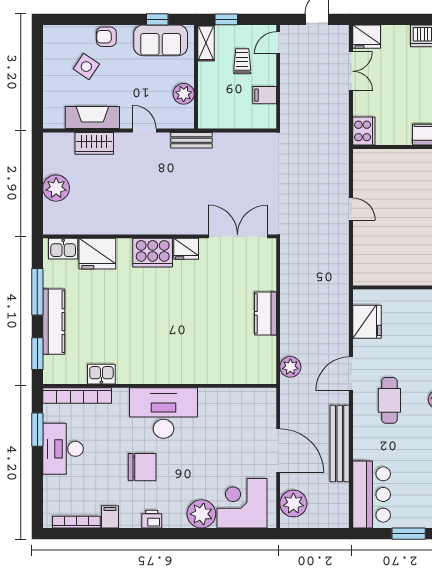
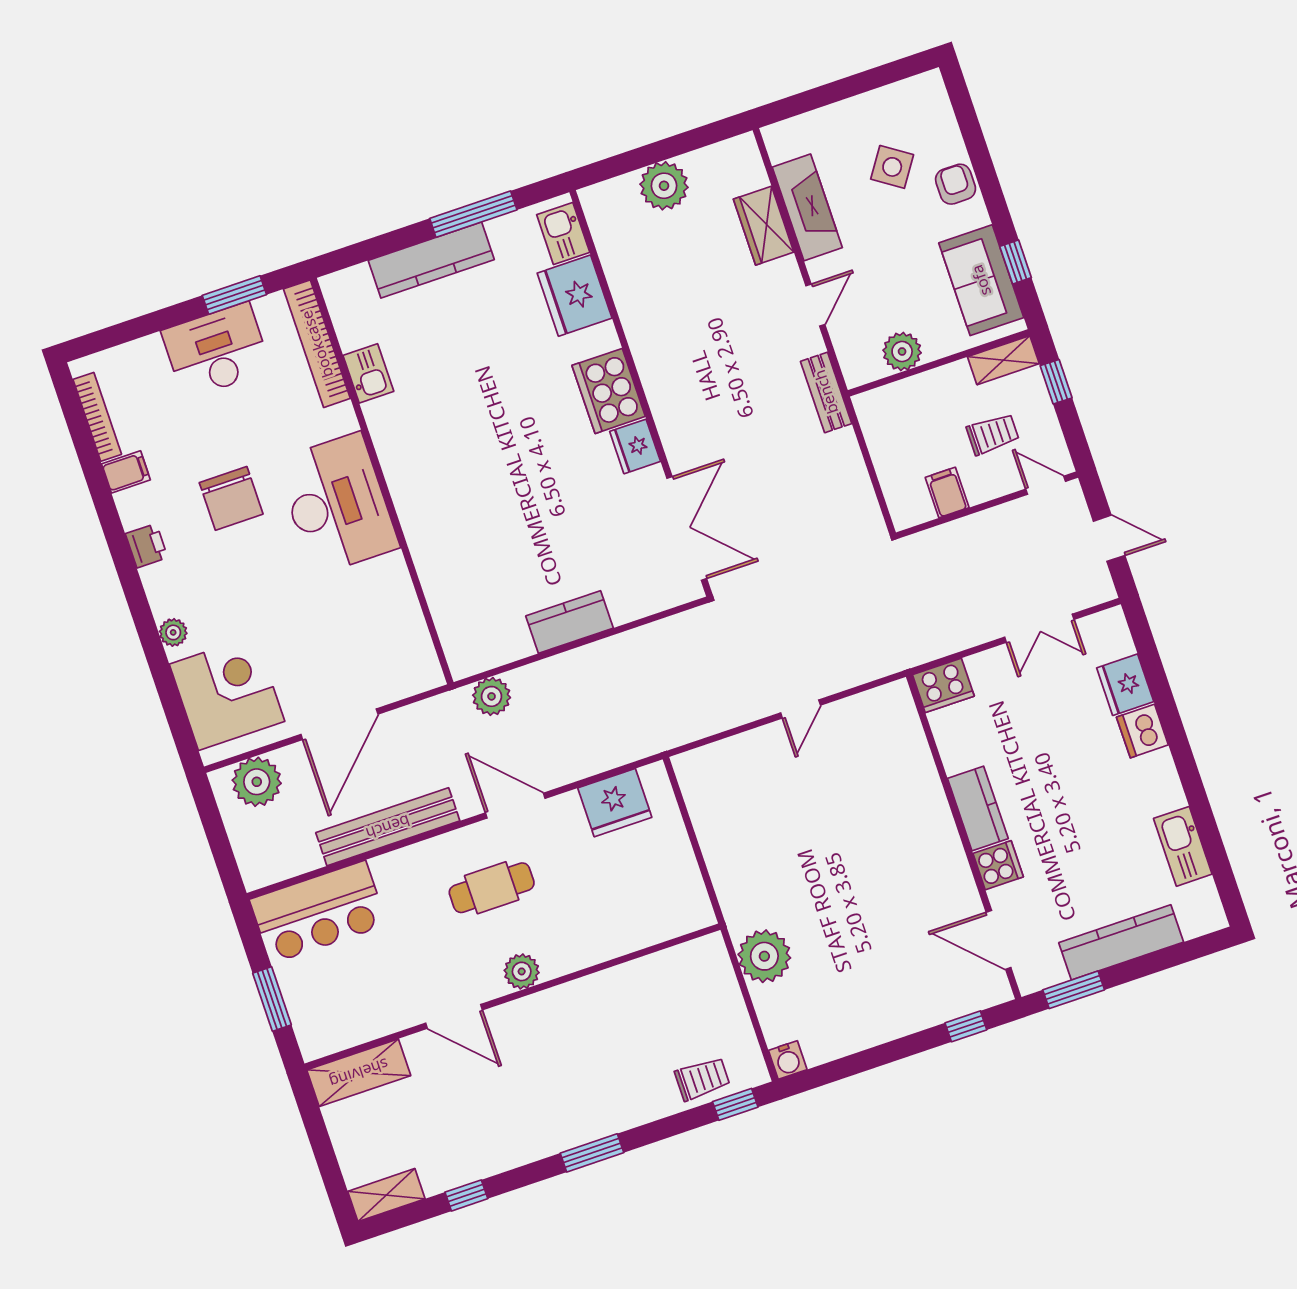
fridge: (367, 37) -> (1125, 685), moved
window: (37, 354) -> (366, 250), removed
plant: (201, 514) -> (173, 632), width x0.53, depth x0.53

